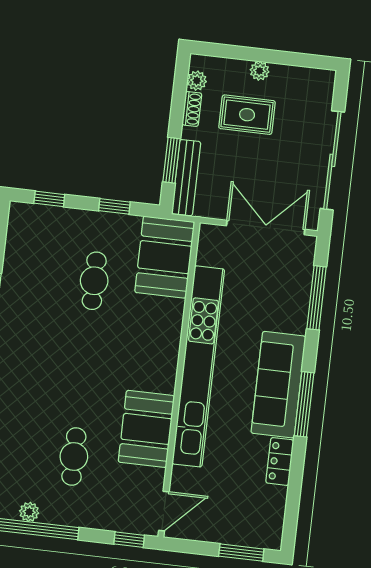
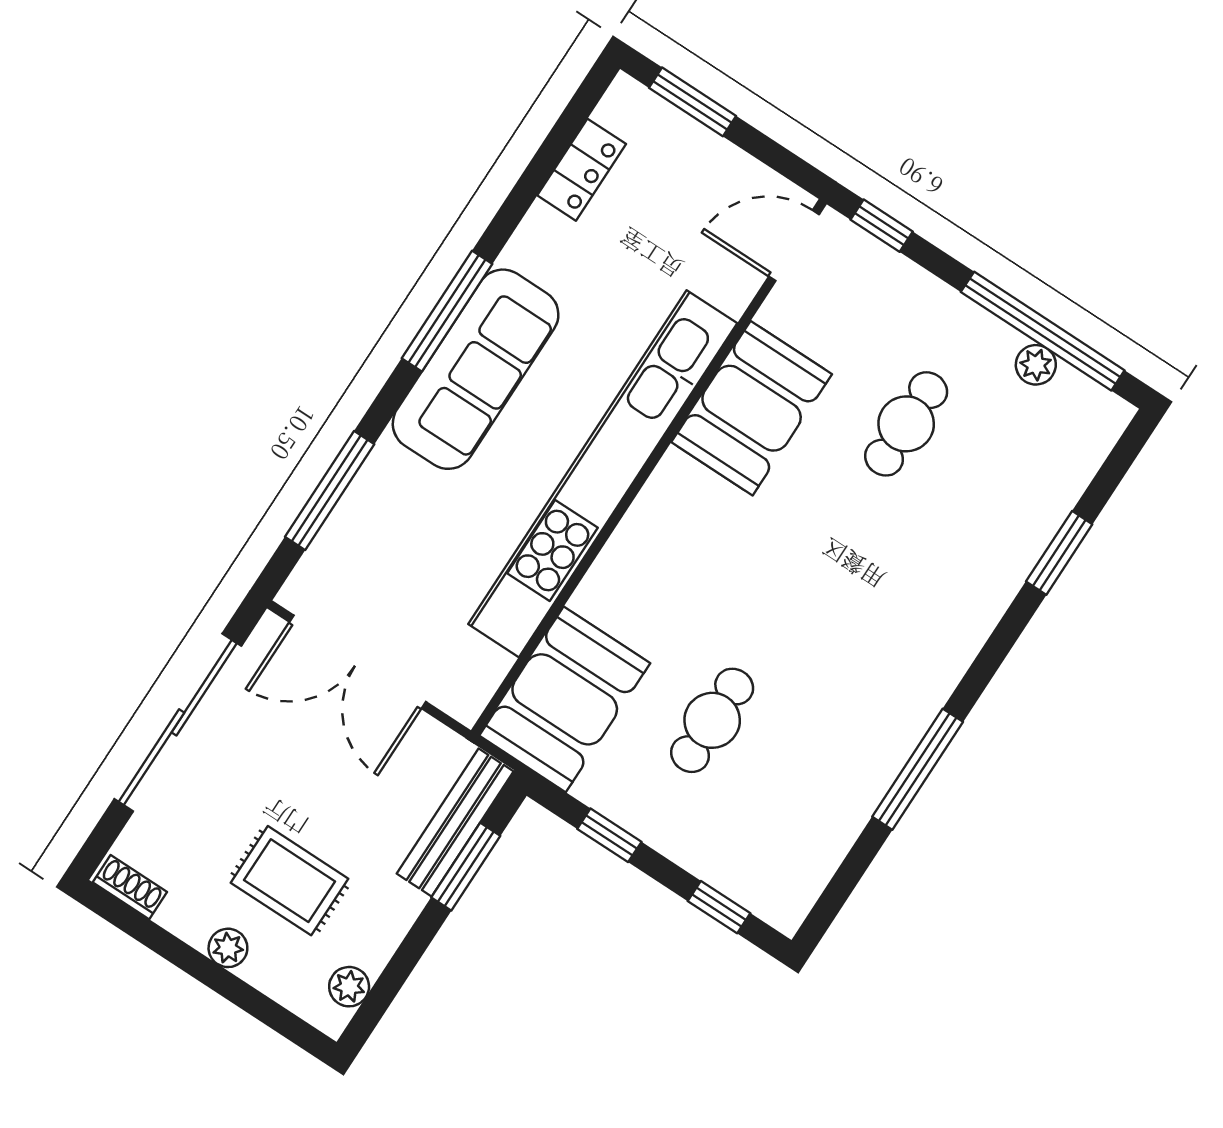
shoe rack: (192, 109) -> (130, 887), moved, turned 90
locker: (280, 461) -> (582, 170), moved

